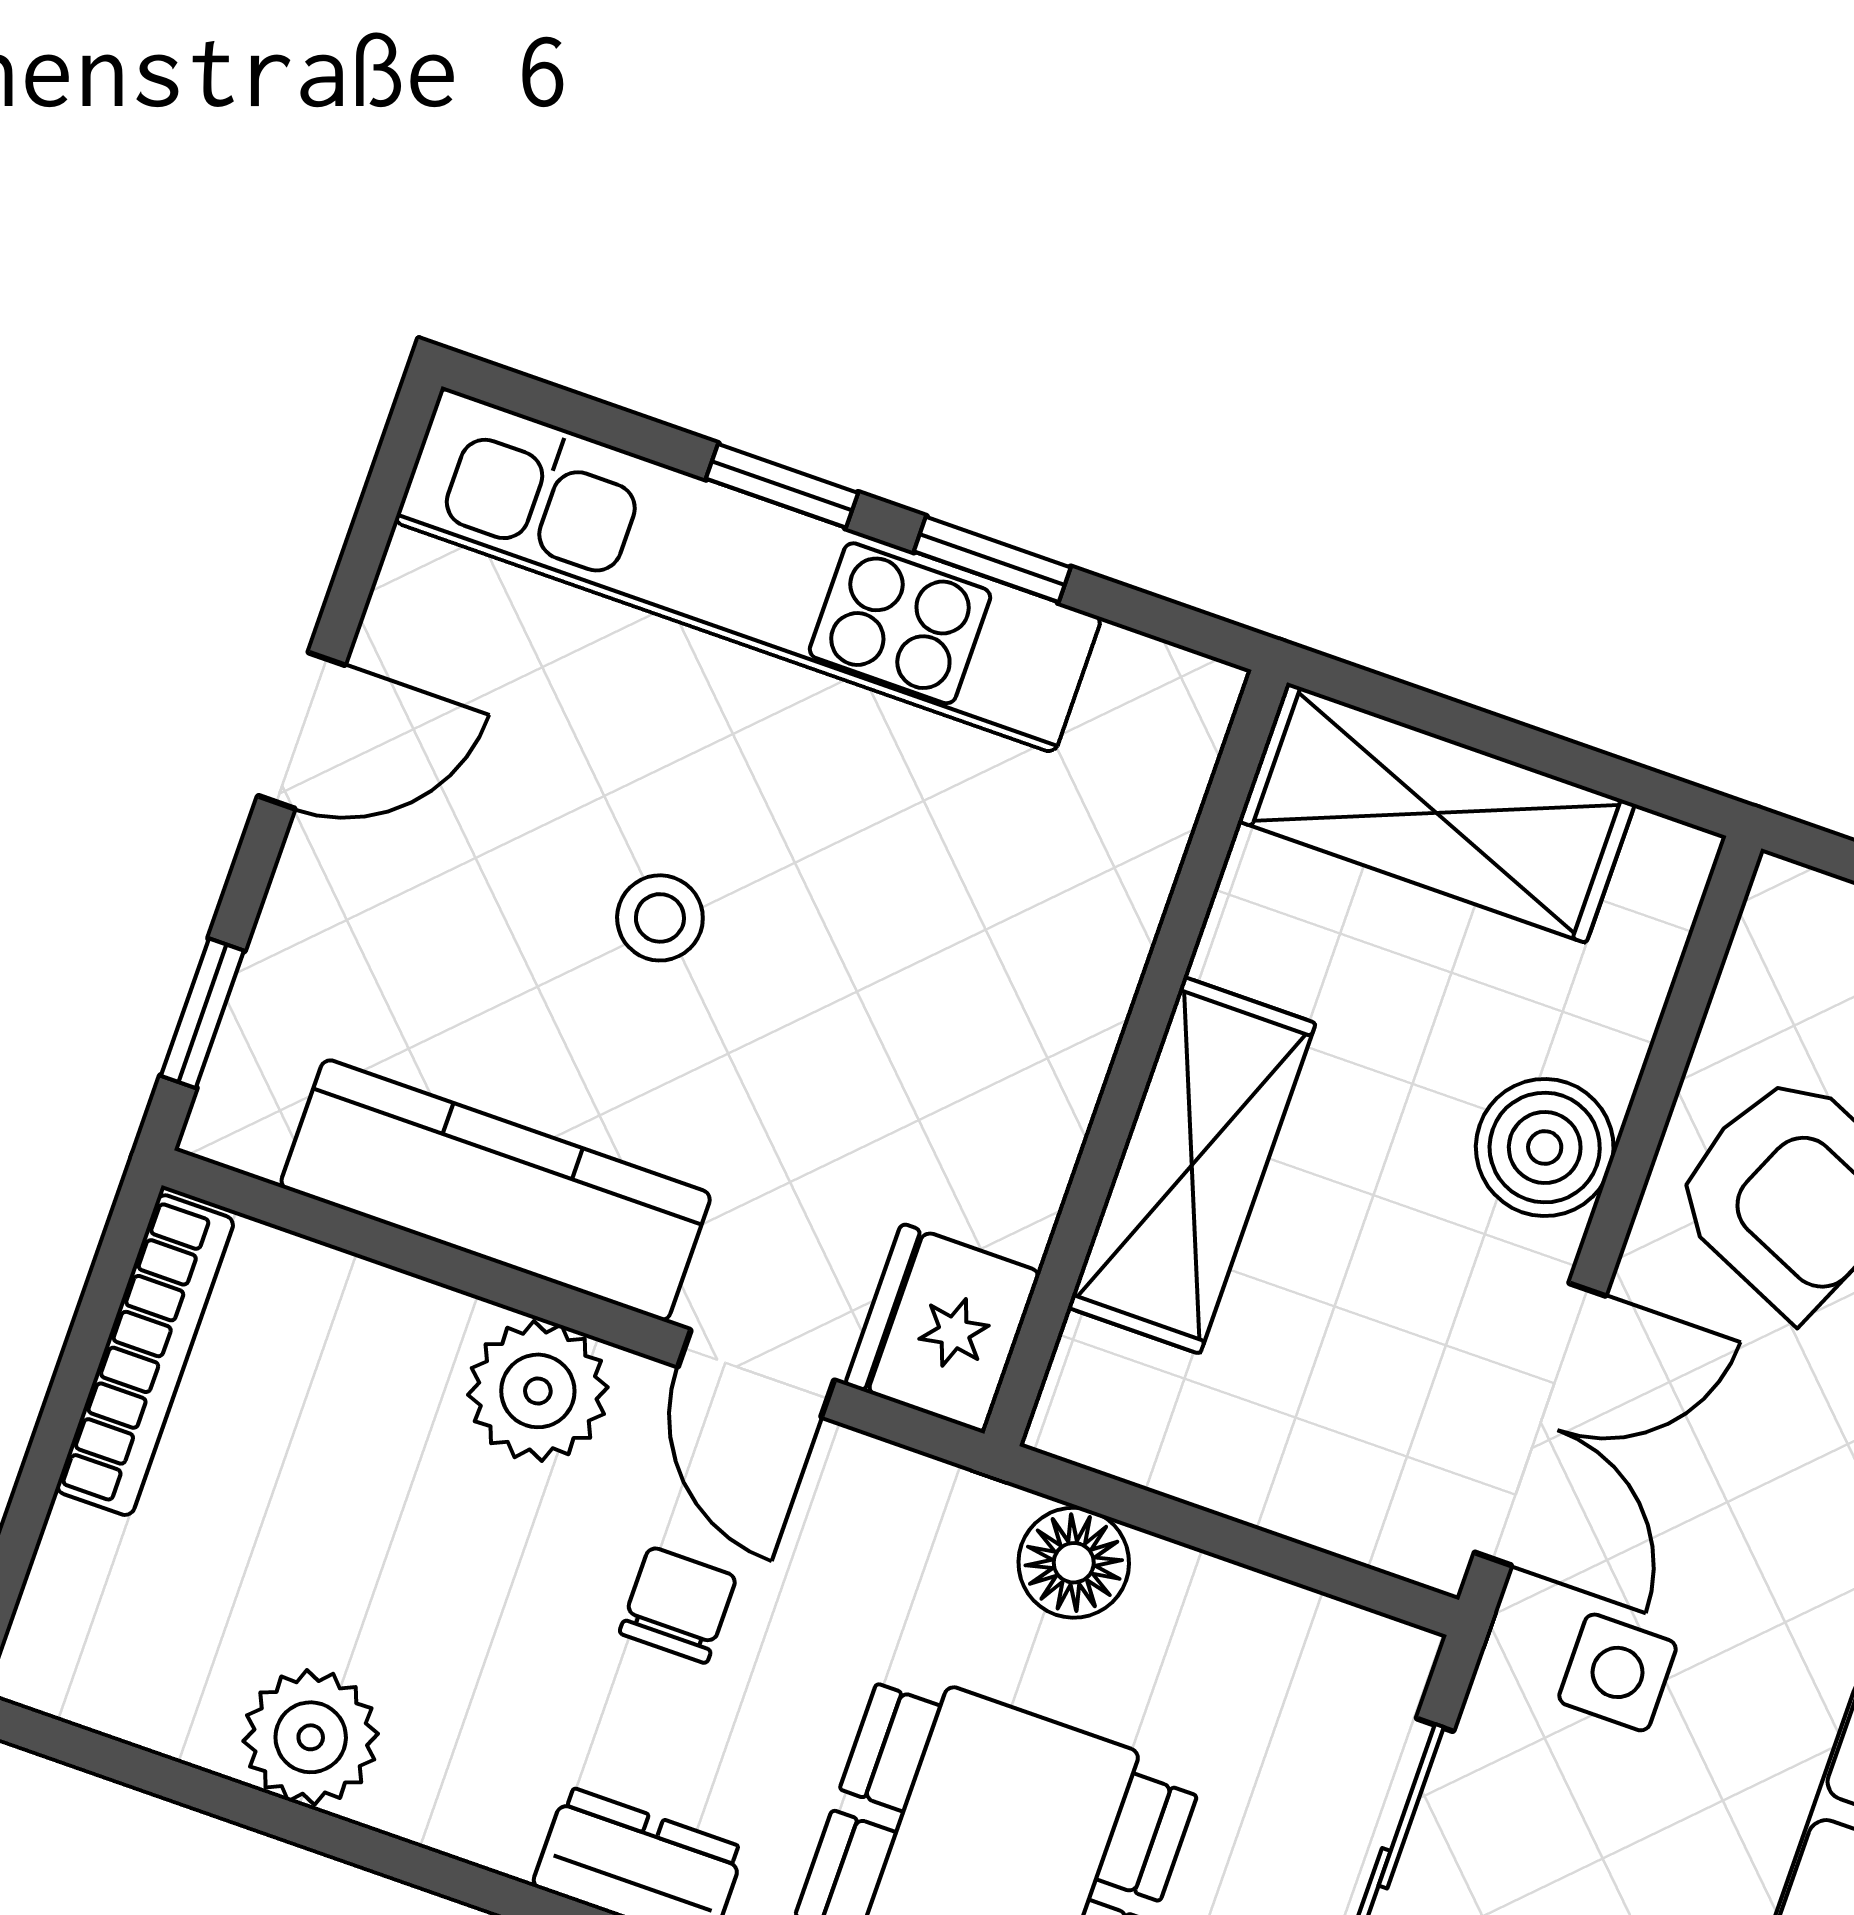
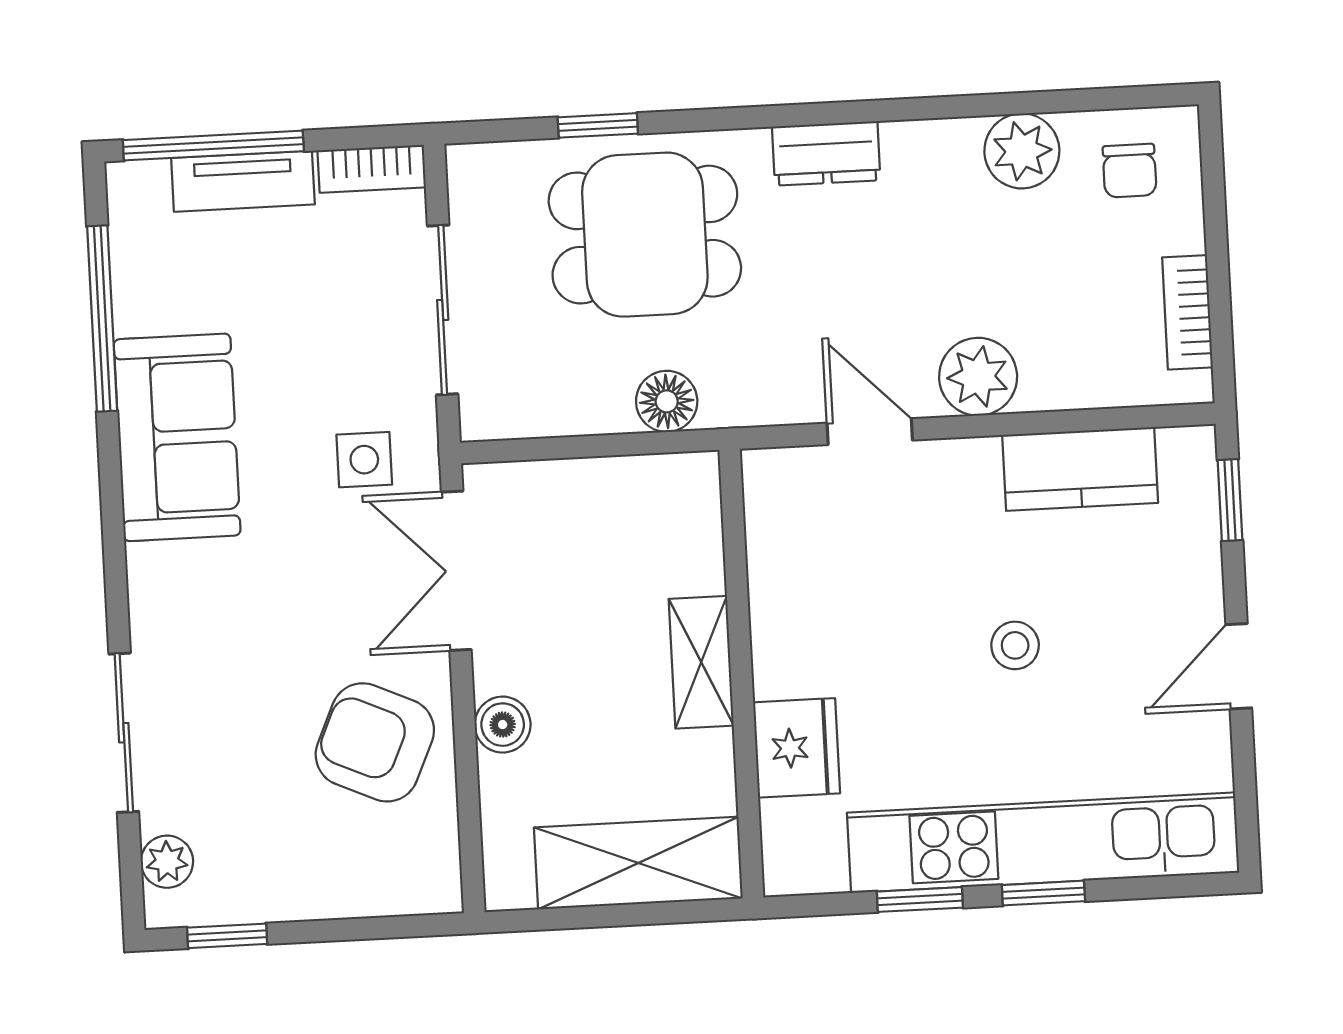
boiler: (1545, 1148) -> (503, 725), width x0.73, depth x0.73
shelving: (1192, 1165) -> (701, 662), width x0.67, depth x0.75
kitchen counter: (496, 1190) -> (1080, 469), width x0.67
fridge: (943, 1328) -> (797, 748), moved
bookcase: (145, 1355) -> (1187, 312), width x0.64
chair: (678, 1605) -> (1130, 171), moved

